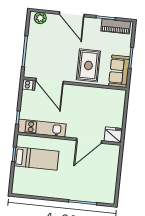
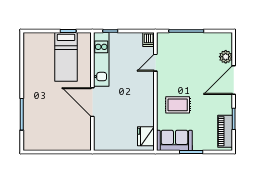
plant: (40, 18) -> (226, 57), moved
rug: (88, 65) -> (178, 105), width x0.73, depth x0.70
door: (50, 81) -> (155, 63), width x0.53
fridge: (113, 135) -> (146, 136), moved, turned 180
door: (89, 141) -> (92, 102), moved

